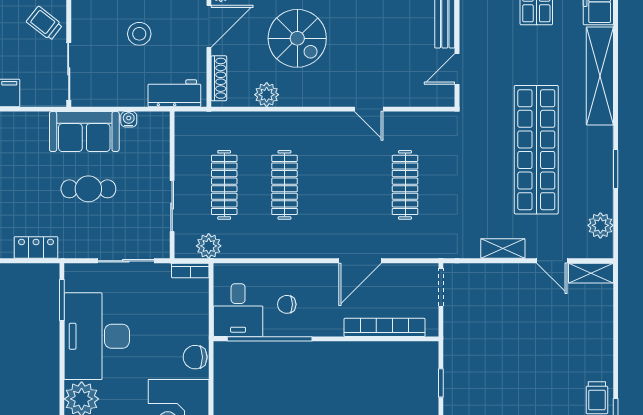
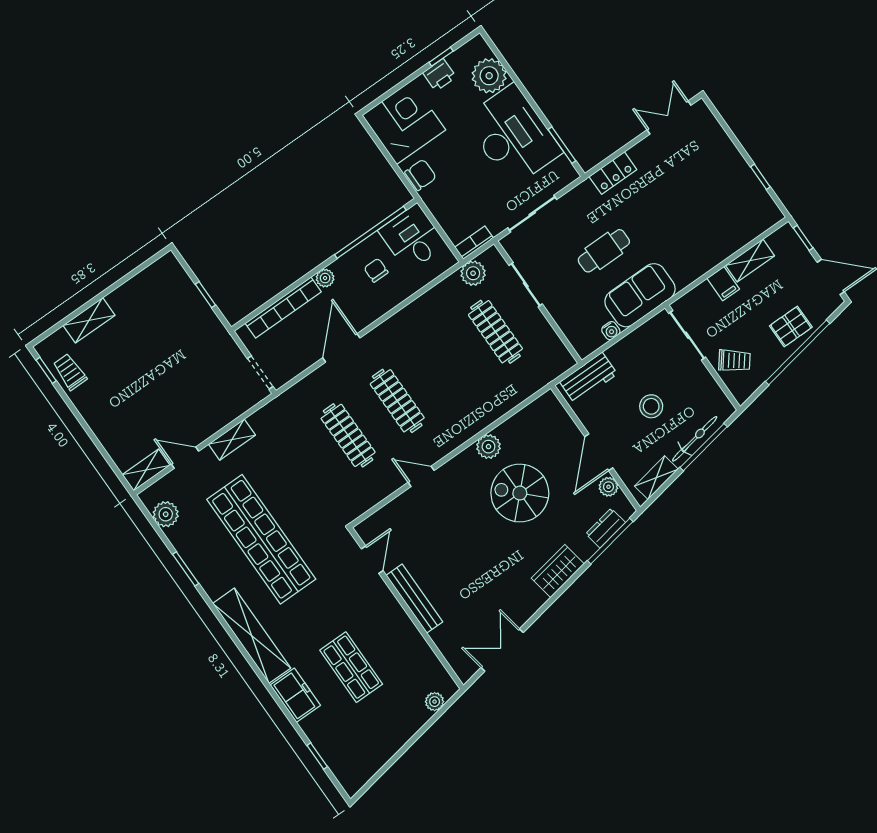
shoe rack: (219, 78) -> (561, 416), removed
plant: (267, 95) -> (488, 447), moved
clothes rail: (284, 185) -> (397, 401), moved
chair: (287, 304) -> (376, 270), turned -90
plant: (333, 327) -> (325, 278), added

